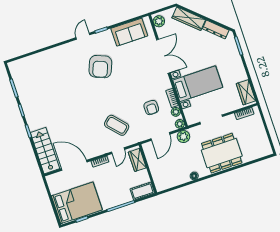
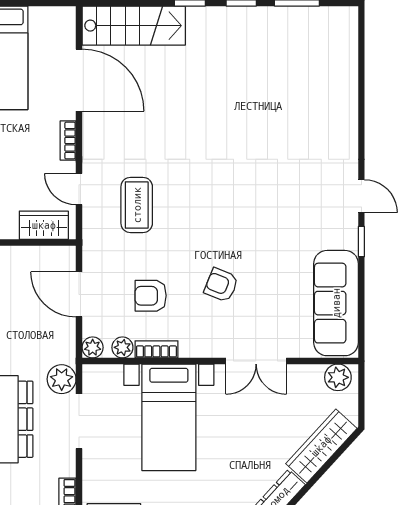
sofa: (129, 32) -> (336, 303), width x1.36
double door: (163, 56) -> (256, 361), width x0.73
armchair: (100, 67) -> (221, 285), moved, width x0.53, depth x0.53
coffee table: (117, 125) -> (137, 205), turned -48
plant: (183, 137) -> (62, 379), moved
door: (74, 165) -> (79, 80), hinge flipped

